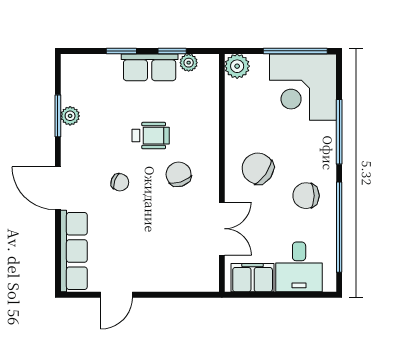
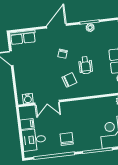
chair: (258, 168) -> (76, 116), removed
row of seats: (74, 251) -> (23, 37), width x0.68
water cooler: (208, 269) -> (28, 99), added
filing cabinet: (253, 278) -> (27, 124), width x0.50

